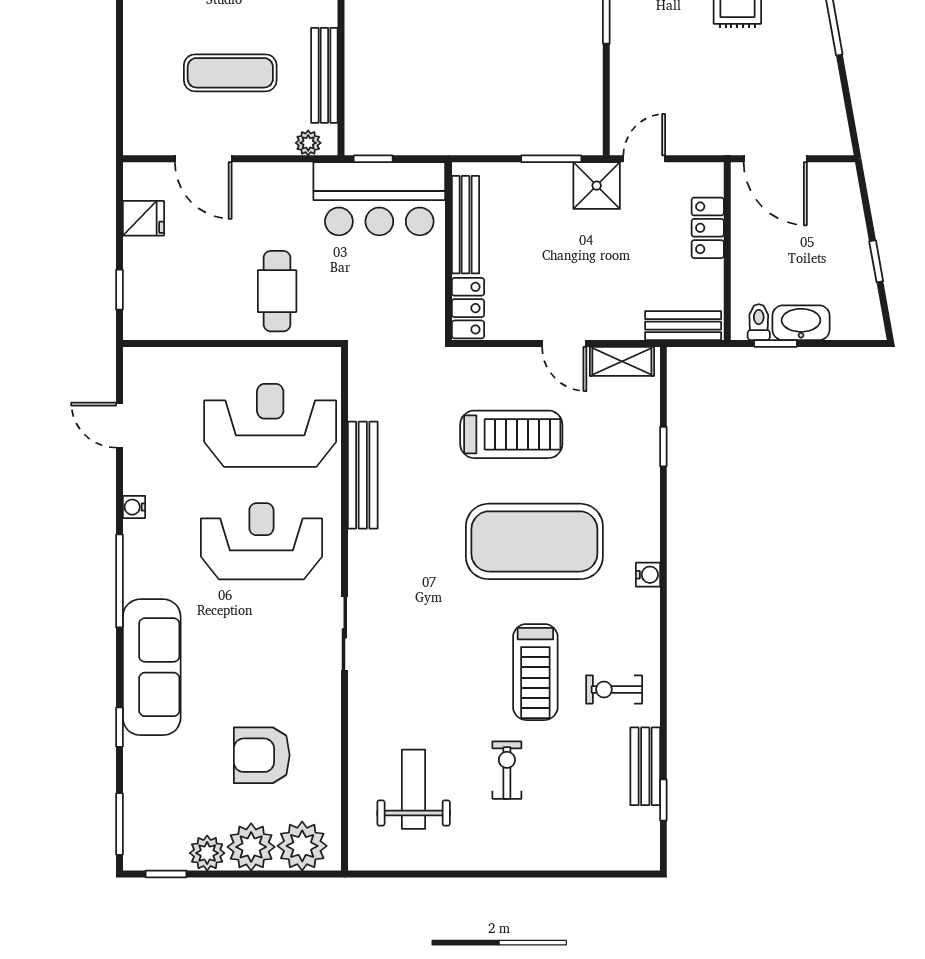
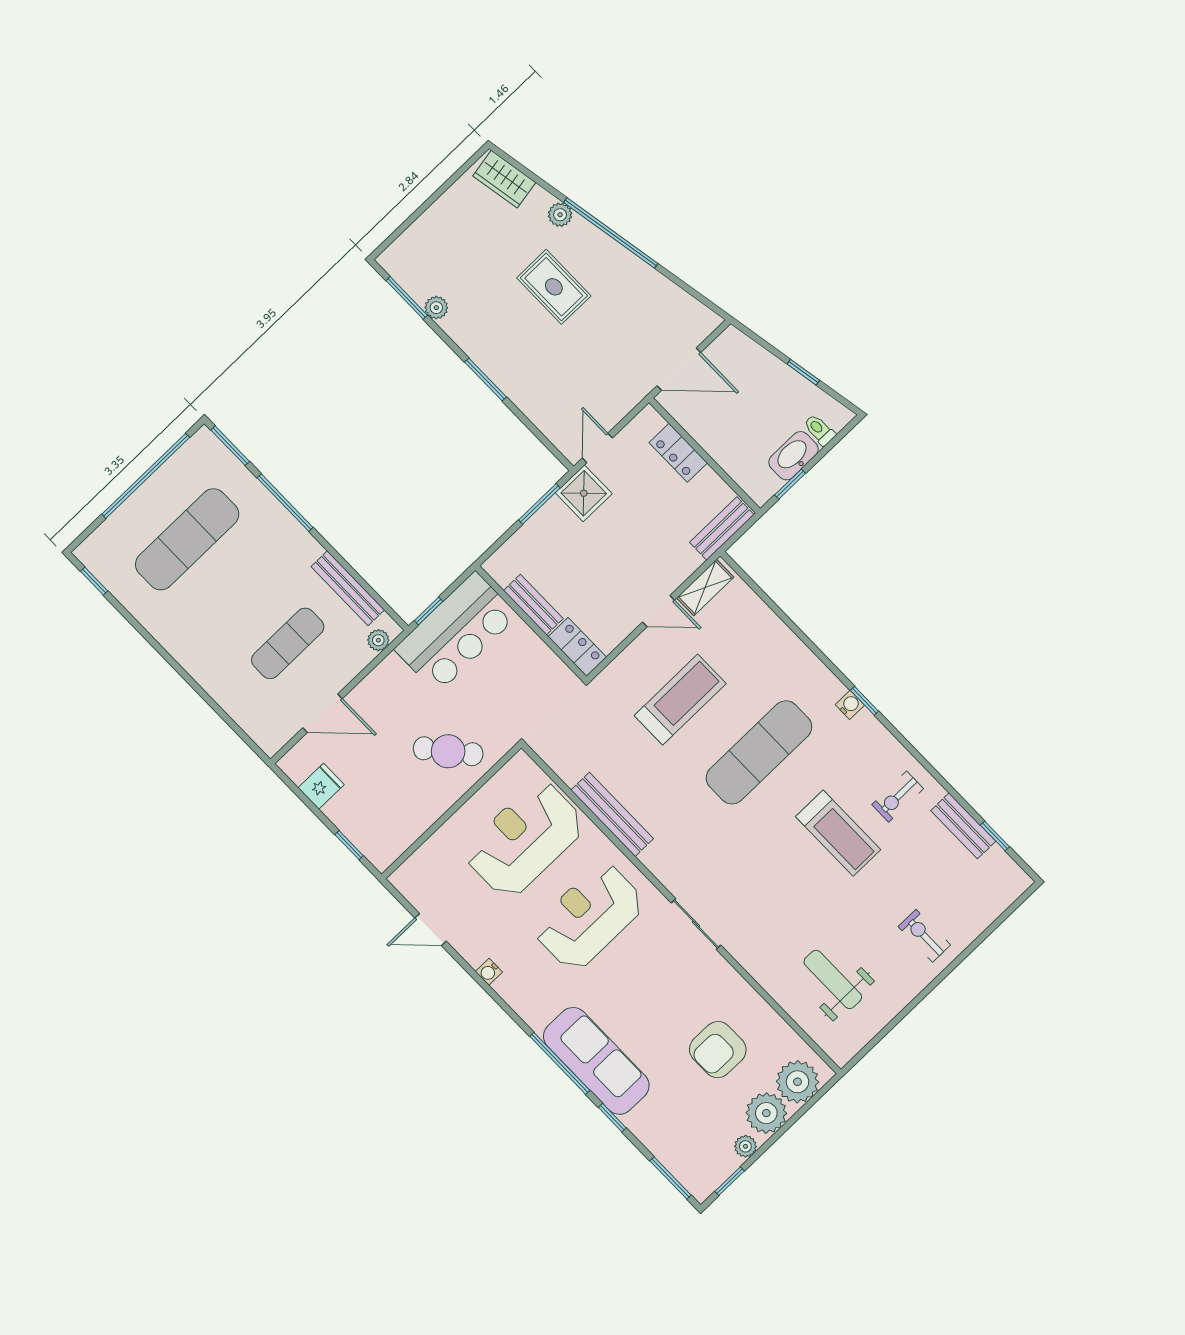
bench: (466, 225) -> (533, 605), width x0.73
cafe table: (277, 291) -> (448, 751), turned -39
toilet: (759, 322) -> (819, 430), moved
window: (663, 447) -> (864, 701), moved
exercise mat: (534, 541) -> (759, 752), width x0.68
window: (119, 581) -> (560, 1063), moved
exercise bike: (507, 770) -> (924, 936), moved
plant: (207, 853) -> (745, 1146), width x0.73, depth x0.73

